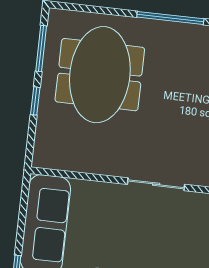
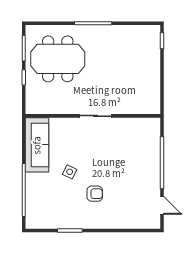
meeting table: (100, 75) -> (58, 59), turned 90

